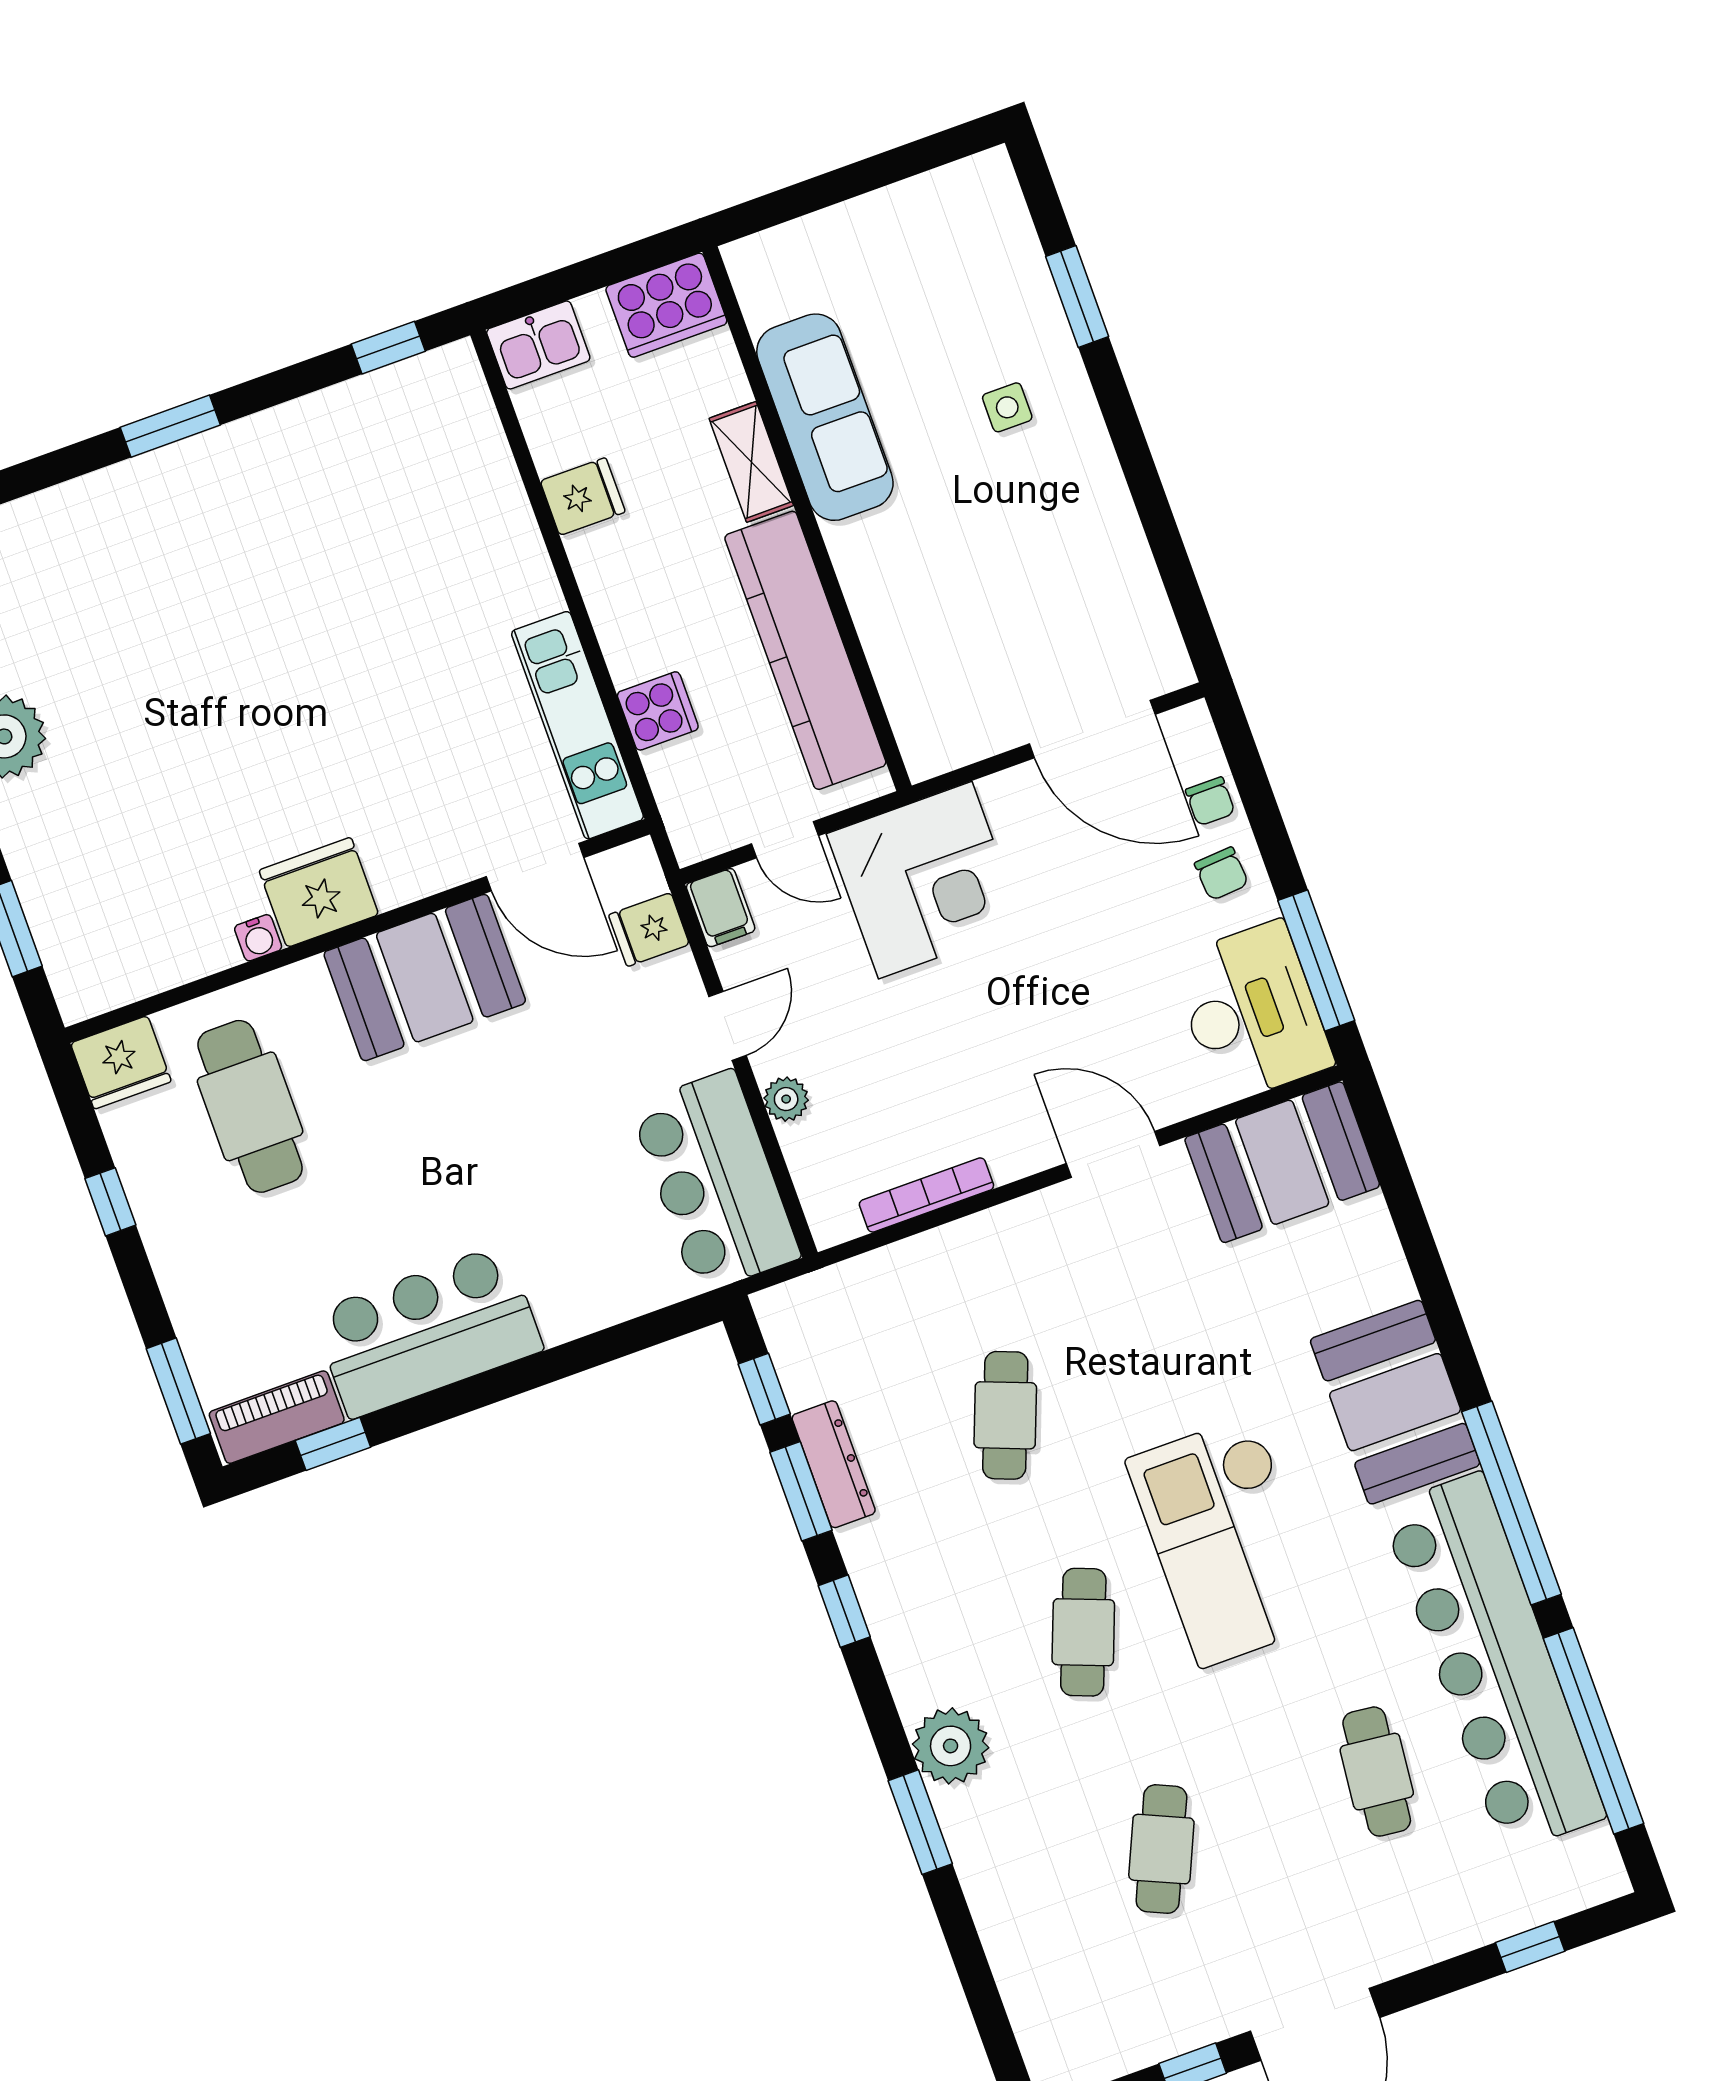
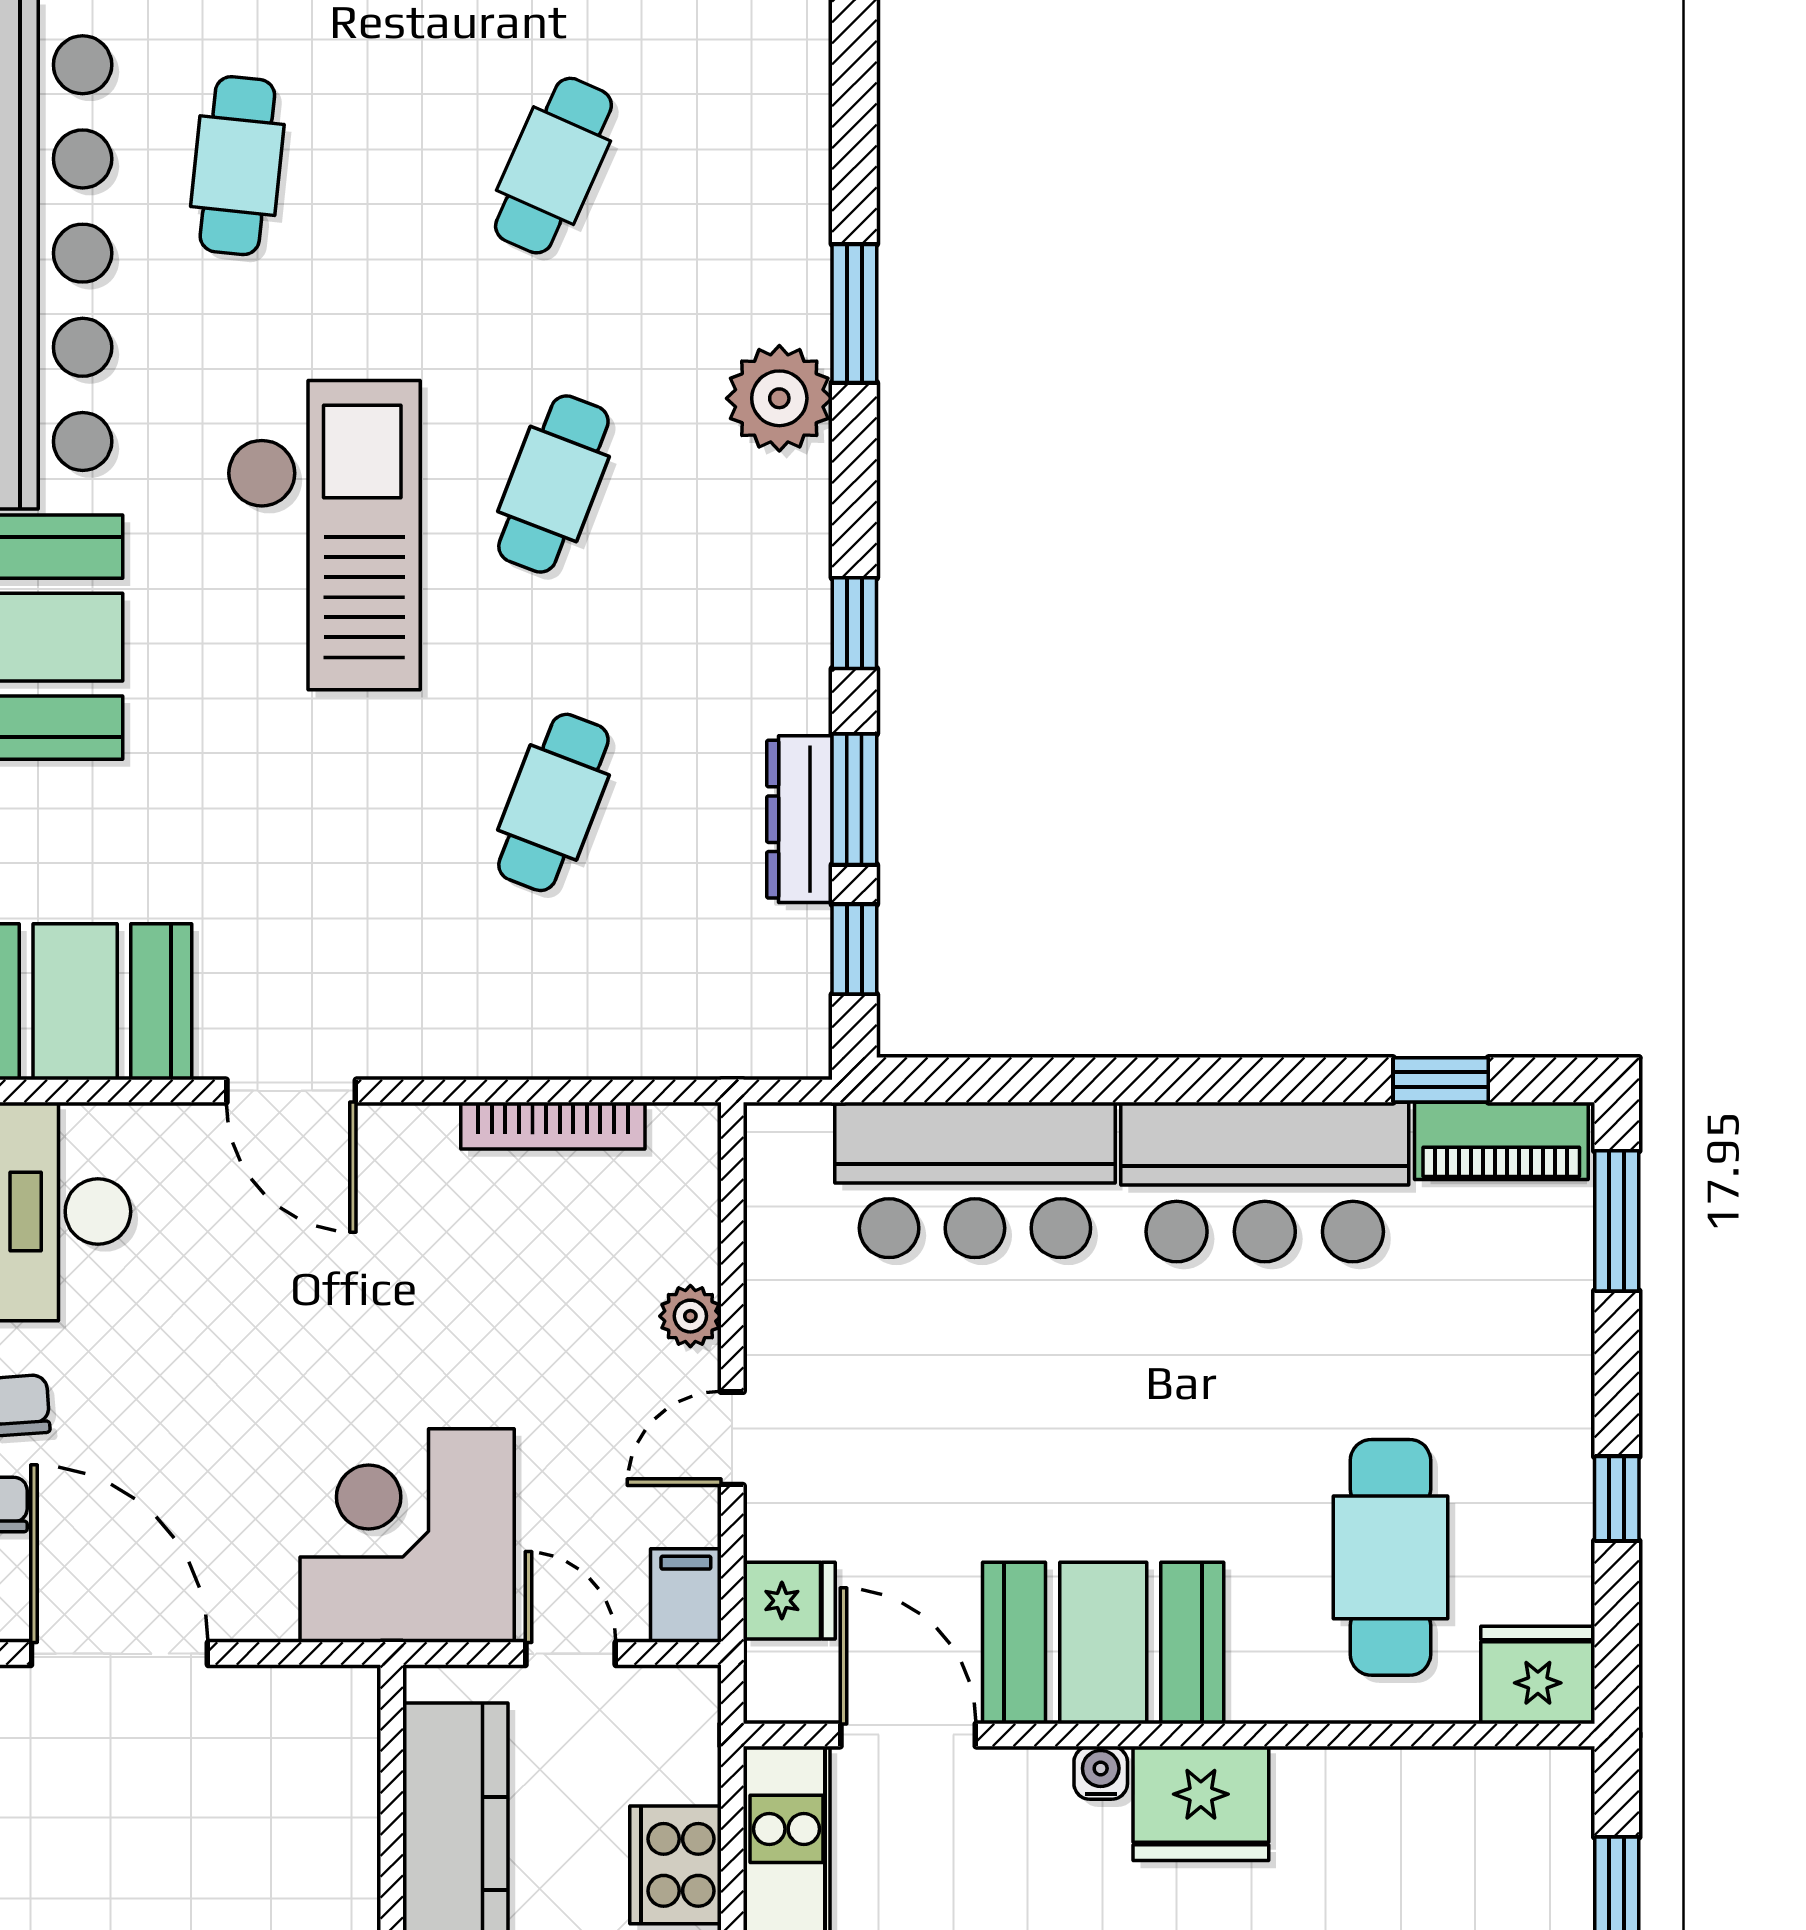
cooker: (658, 711) -> (675, 1865), width x1.36
water cooler: (258, 938) -> (1101, 1773), moved
bar counter: (715, 1181) -> (975, 1180), moved, turned 90

